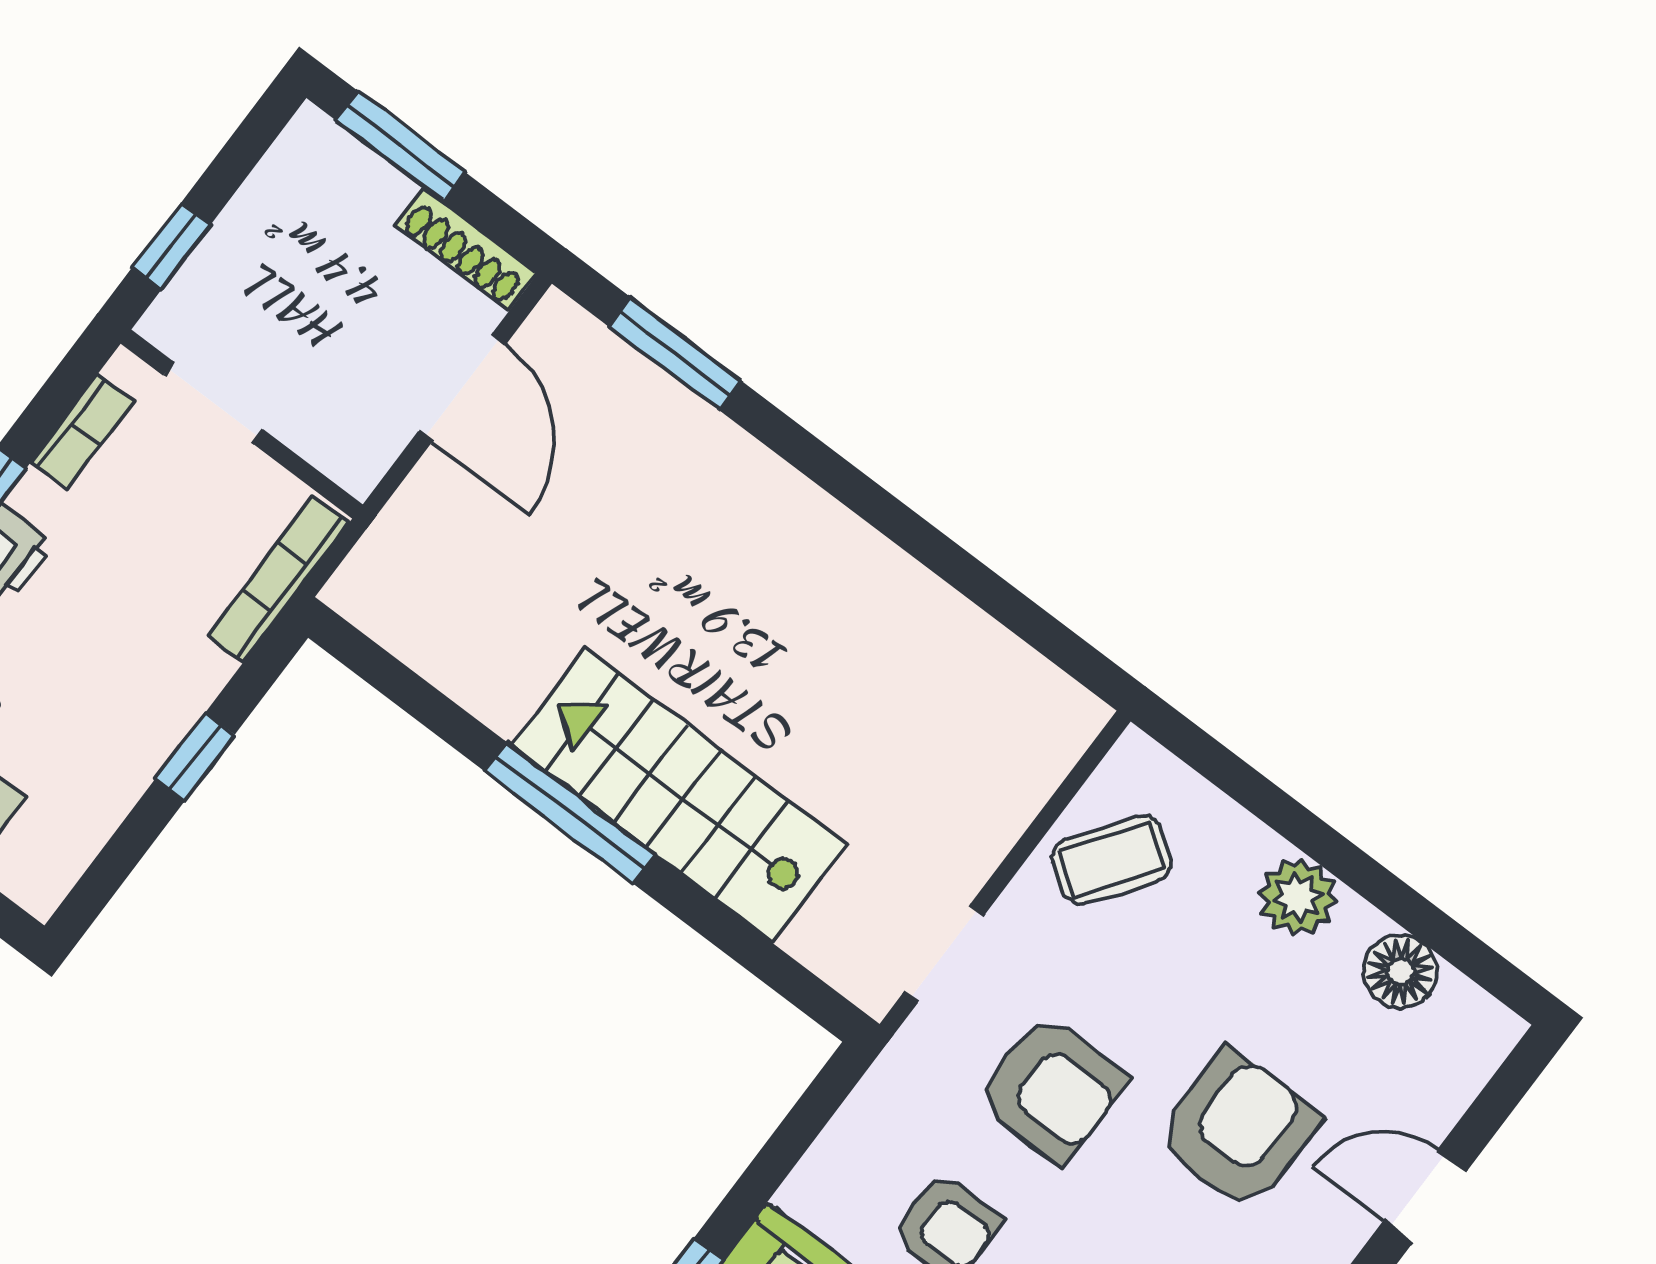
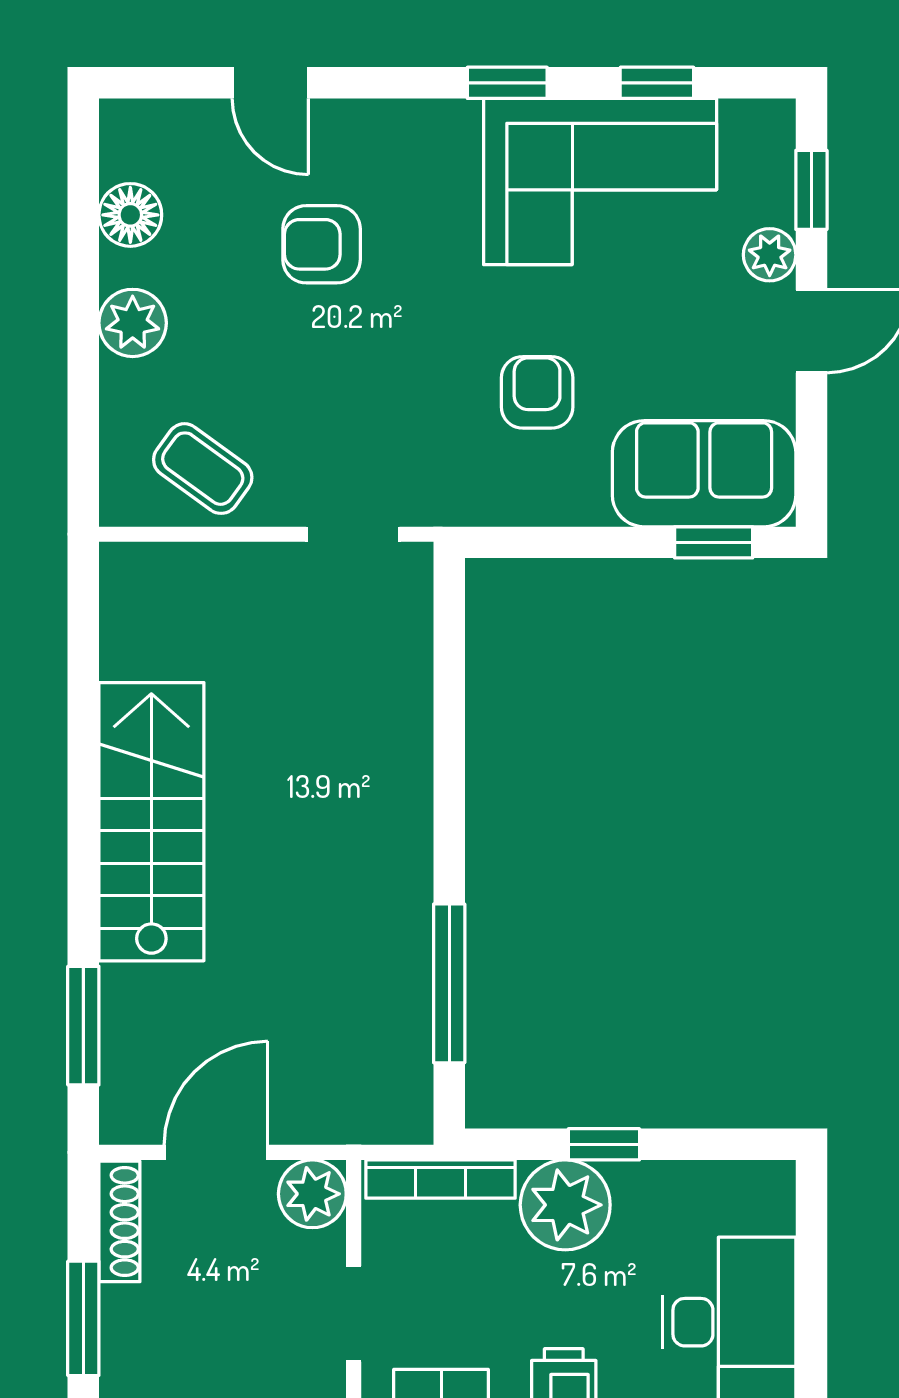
plant: (355, 449) -> (312, 1194), added
plant: (166, 678) -> (565, 1205), added
stairs: (679, 795) -> (151, 822), moved, turned 180
window: (570, 813) -> (449, 983), moved
armchair: (1052, 1089) -> (389, 392), removed
armchair: (1237, 1130) -> (322, 244), width x0.72, depth x0.72

